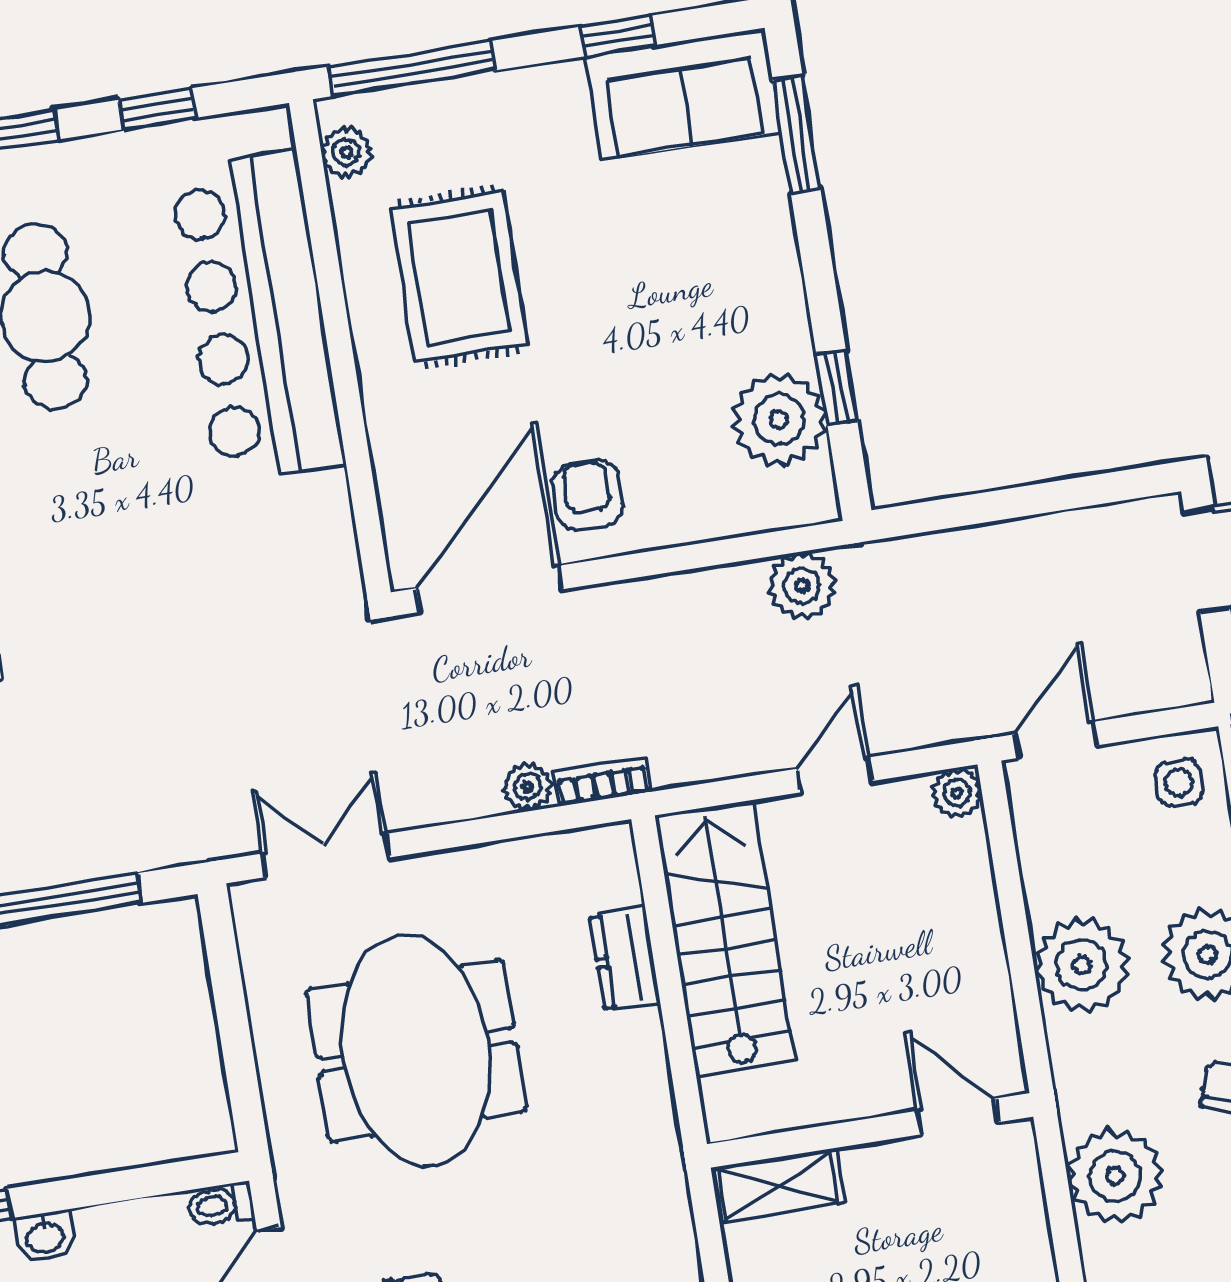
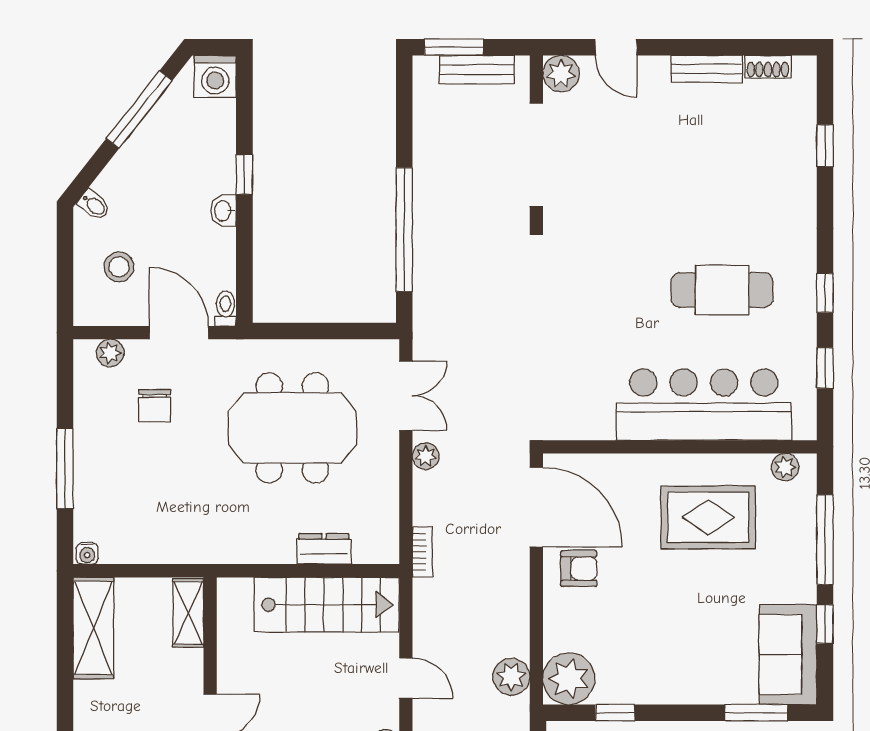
window: (412, 69) -> (825, 540), moved
plant: (779, 419) -> (569, 679), moved
plant: (528, 787) -> (426, 456), moved

